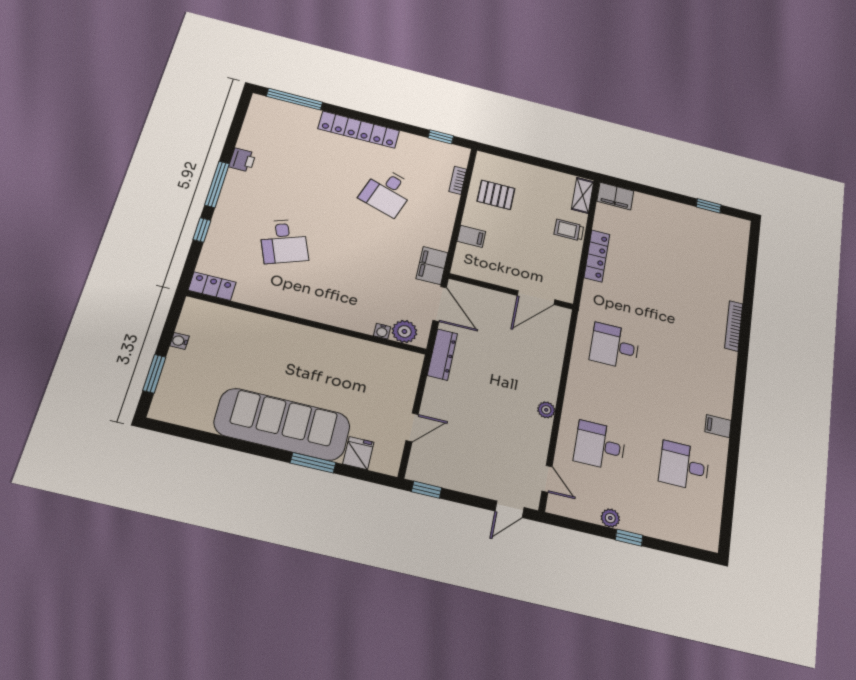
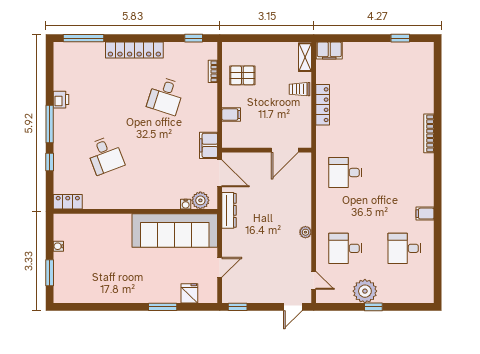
sofa: (282, 424) -> (175, 230), moved, turned 180
plant: (610, 518) -> (365, 291), width x1.88, depth x1.88

